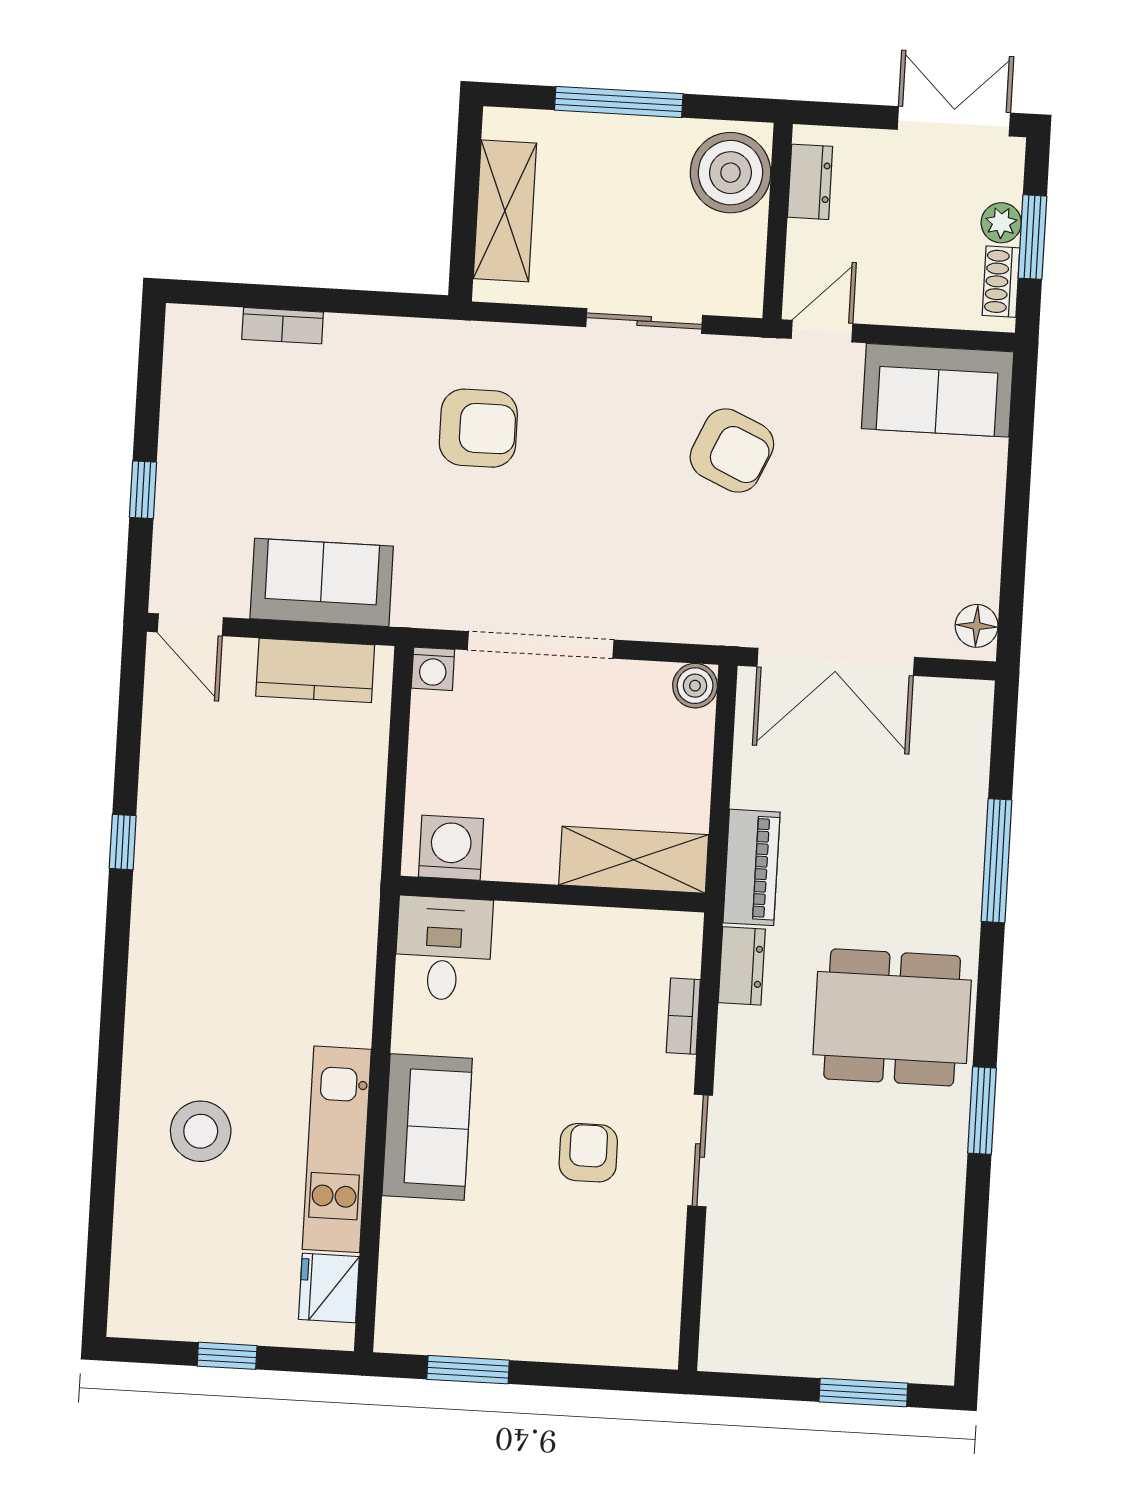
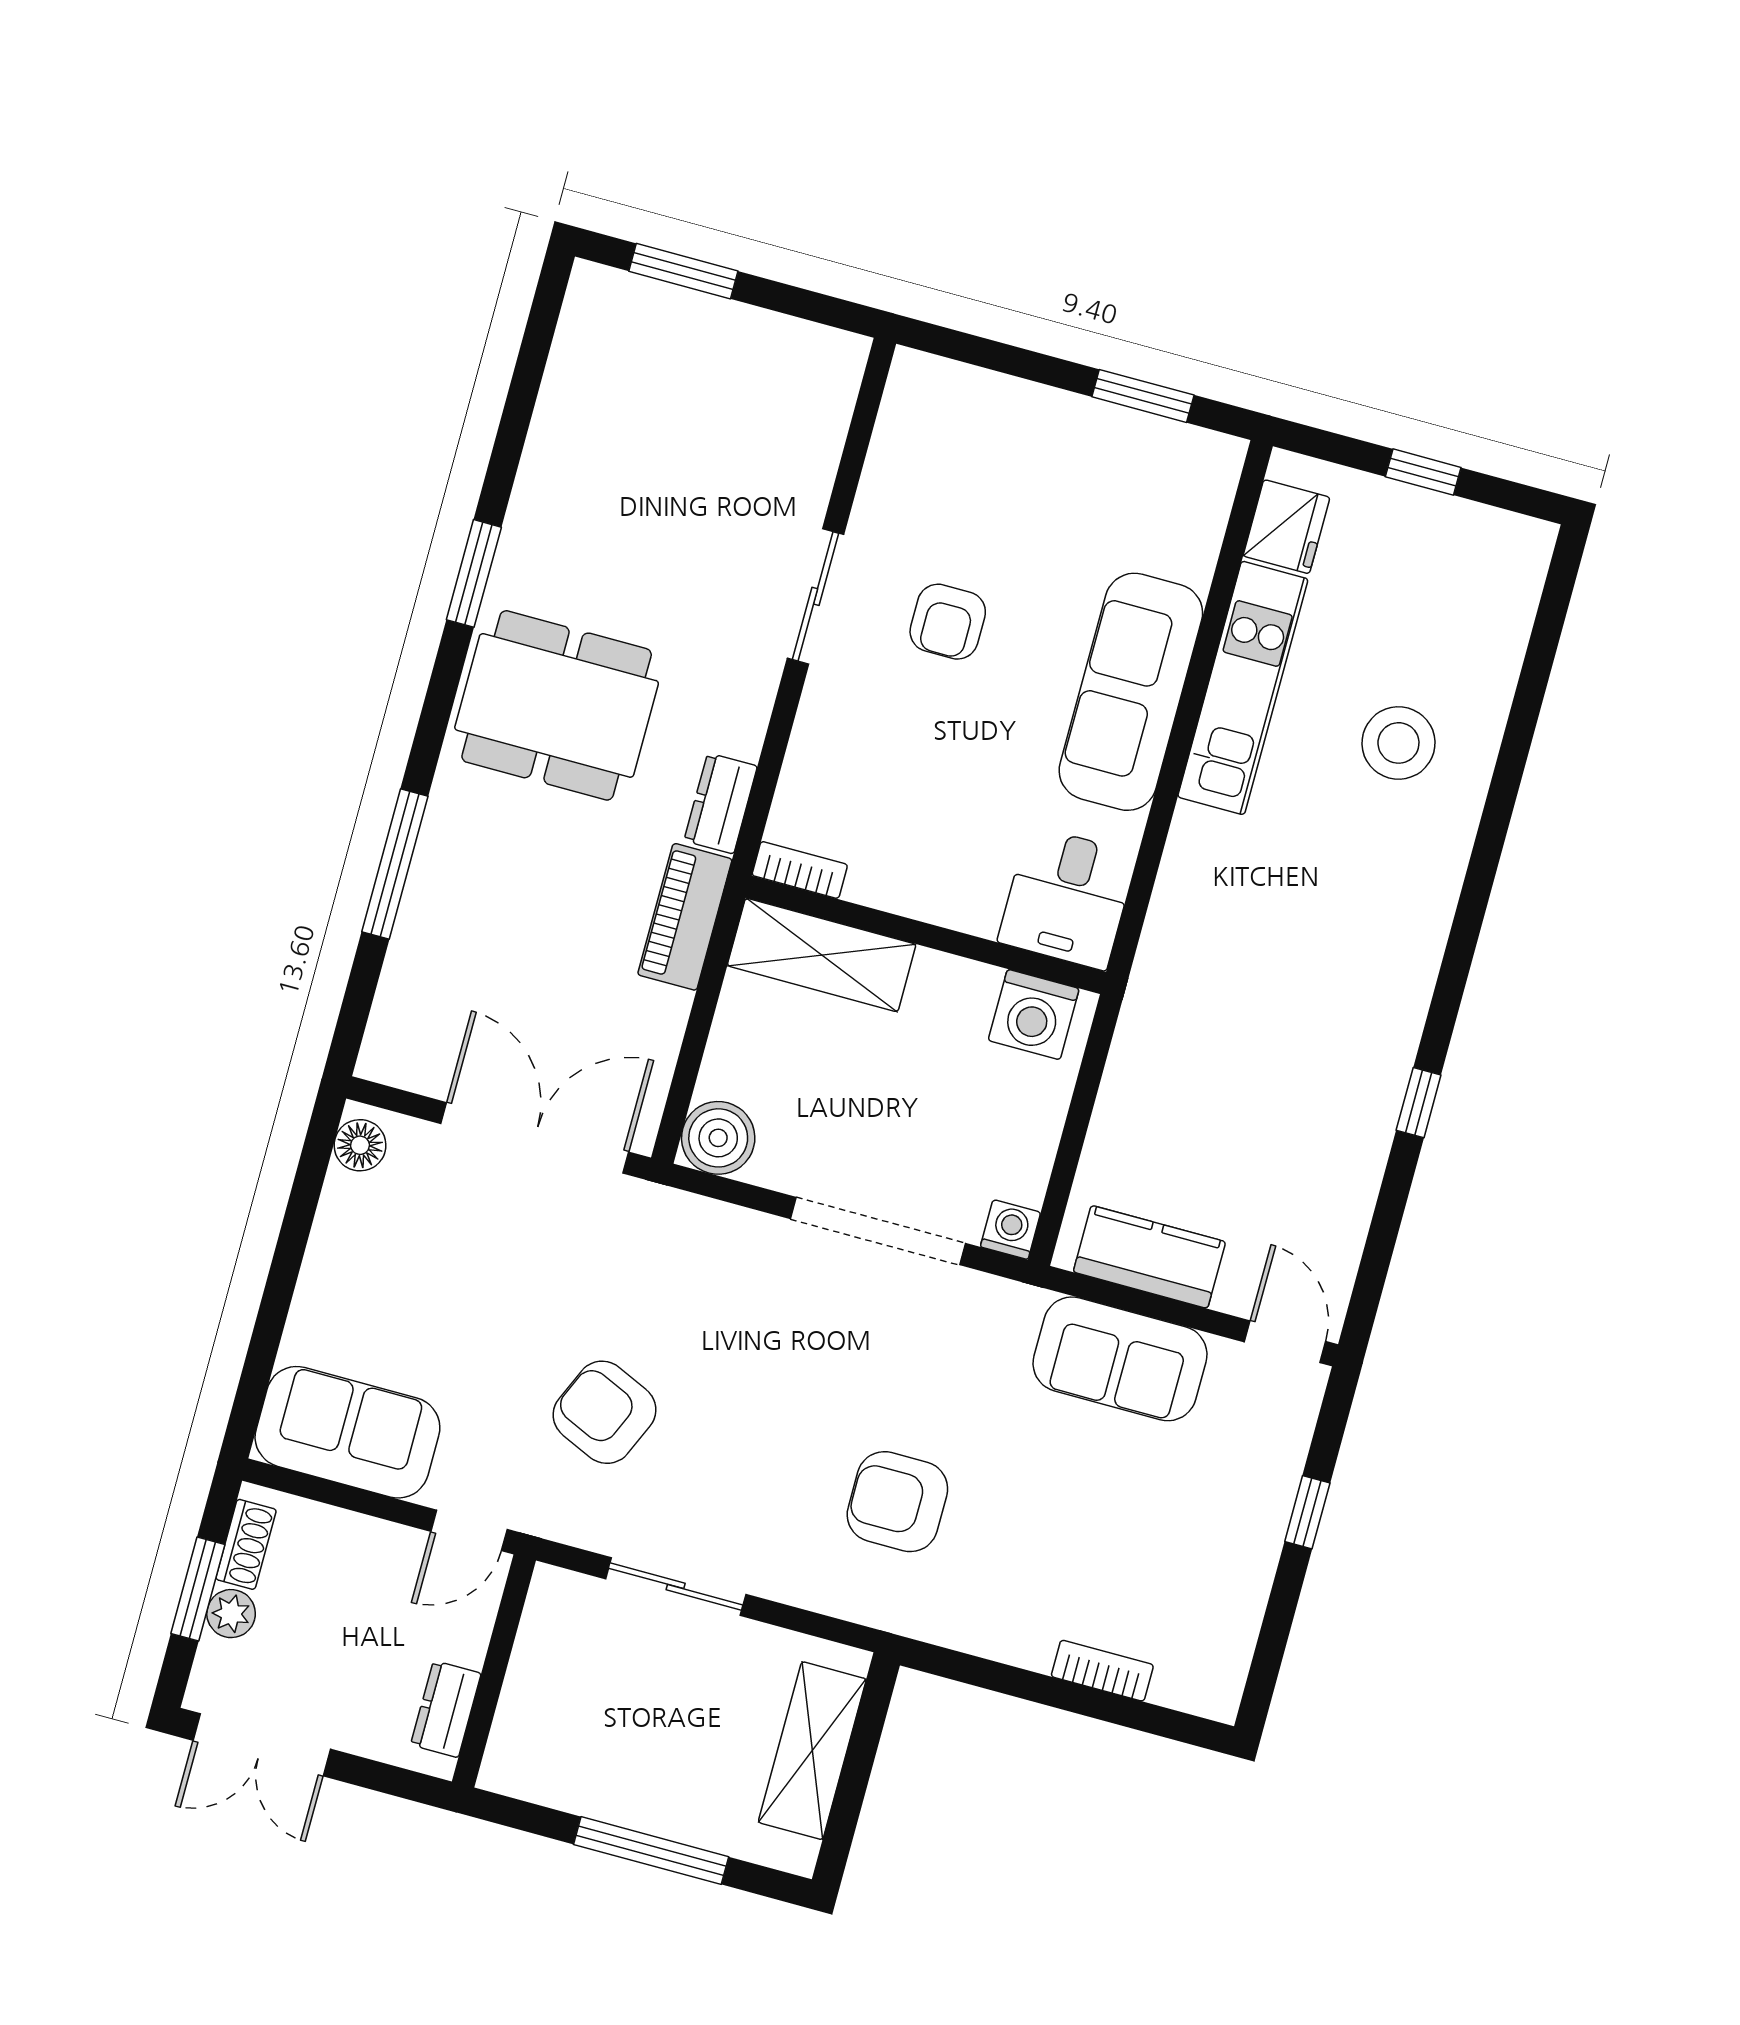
boiler: (730, 173) -> (537, 1740), removed
boiler: (695, 686) -> (718, 1138), width x1.36, depth x1.36
bookcase: (683, 1016) -> (800, 870), moved, turned -90
sofa: (427, 1127) -> (1131, 692), width x1.36

